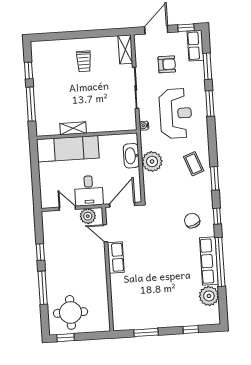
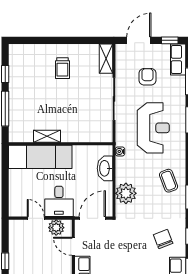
armchair: (167, 64) -> (147, 77), turned -90
water cooler: (144, 126) -> (120, 151), moved
plant: (152, 161) -> (126, 193), moved

